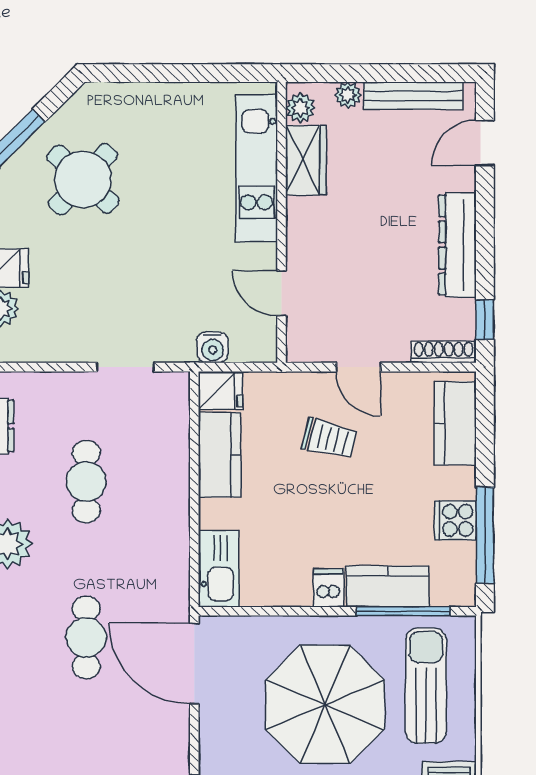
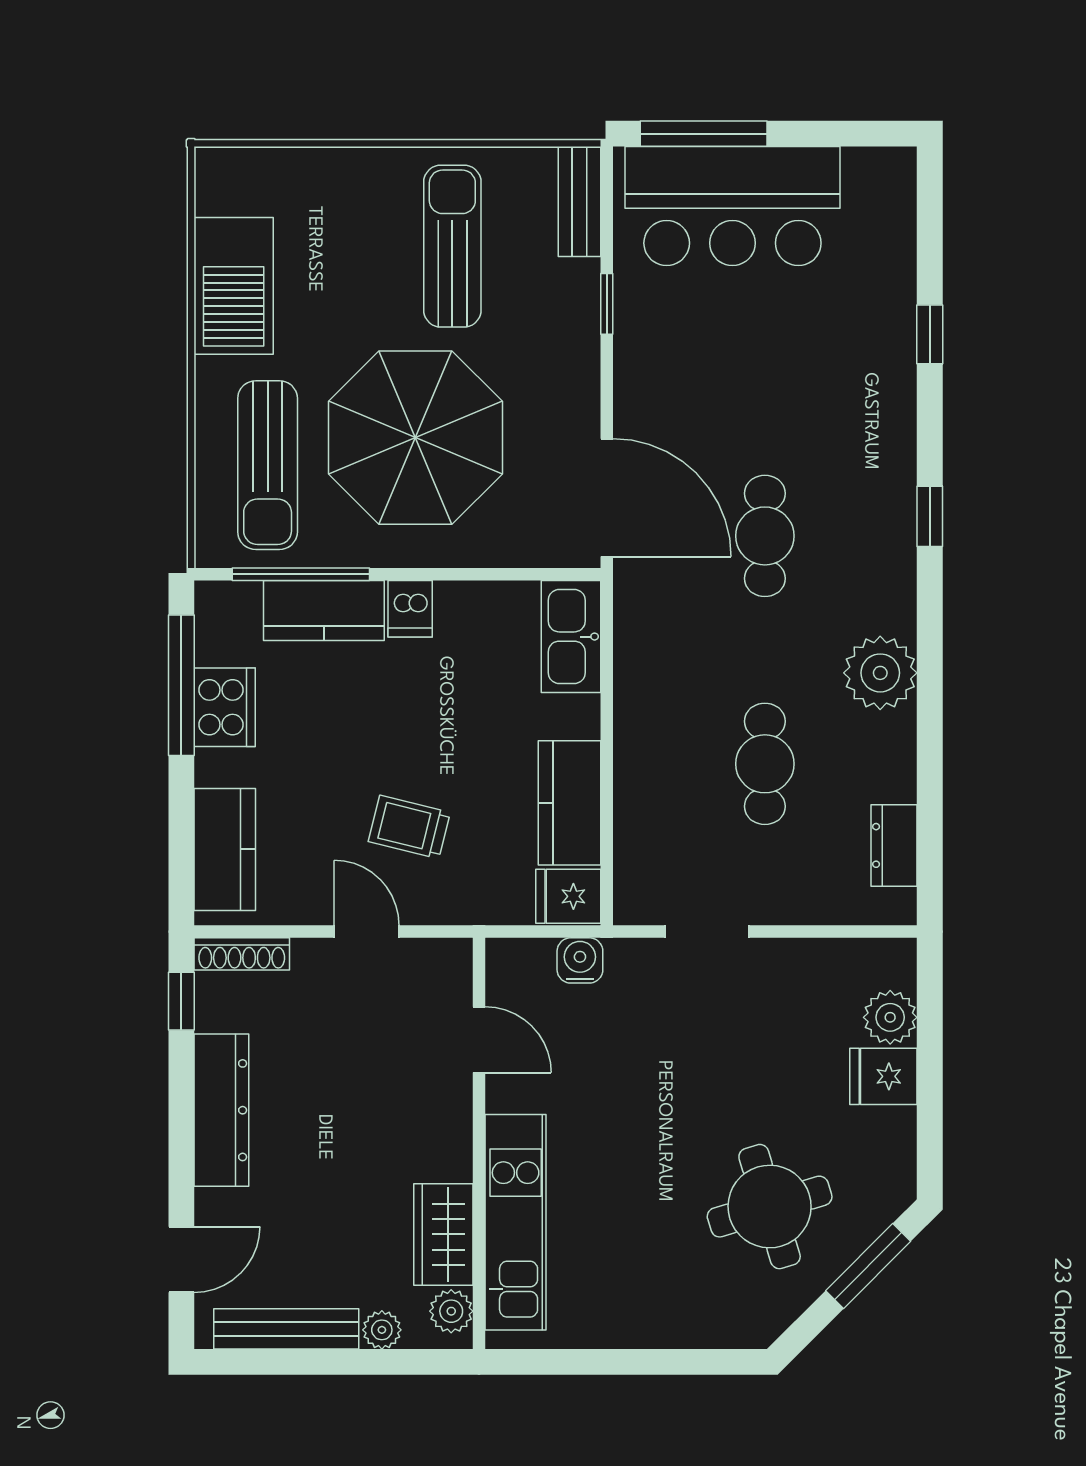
round table: (83, 179) -> (770, 1207), turned 30
cooker: (455, 520) -> (225, 707), width x1.36

